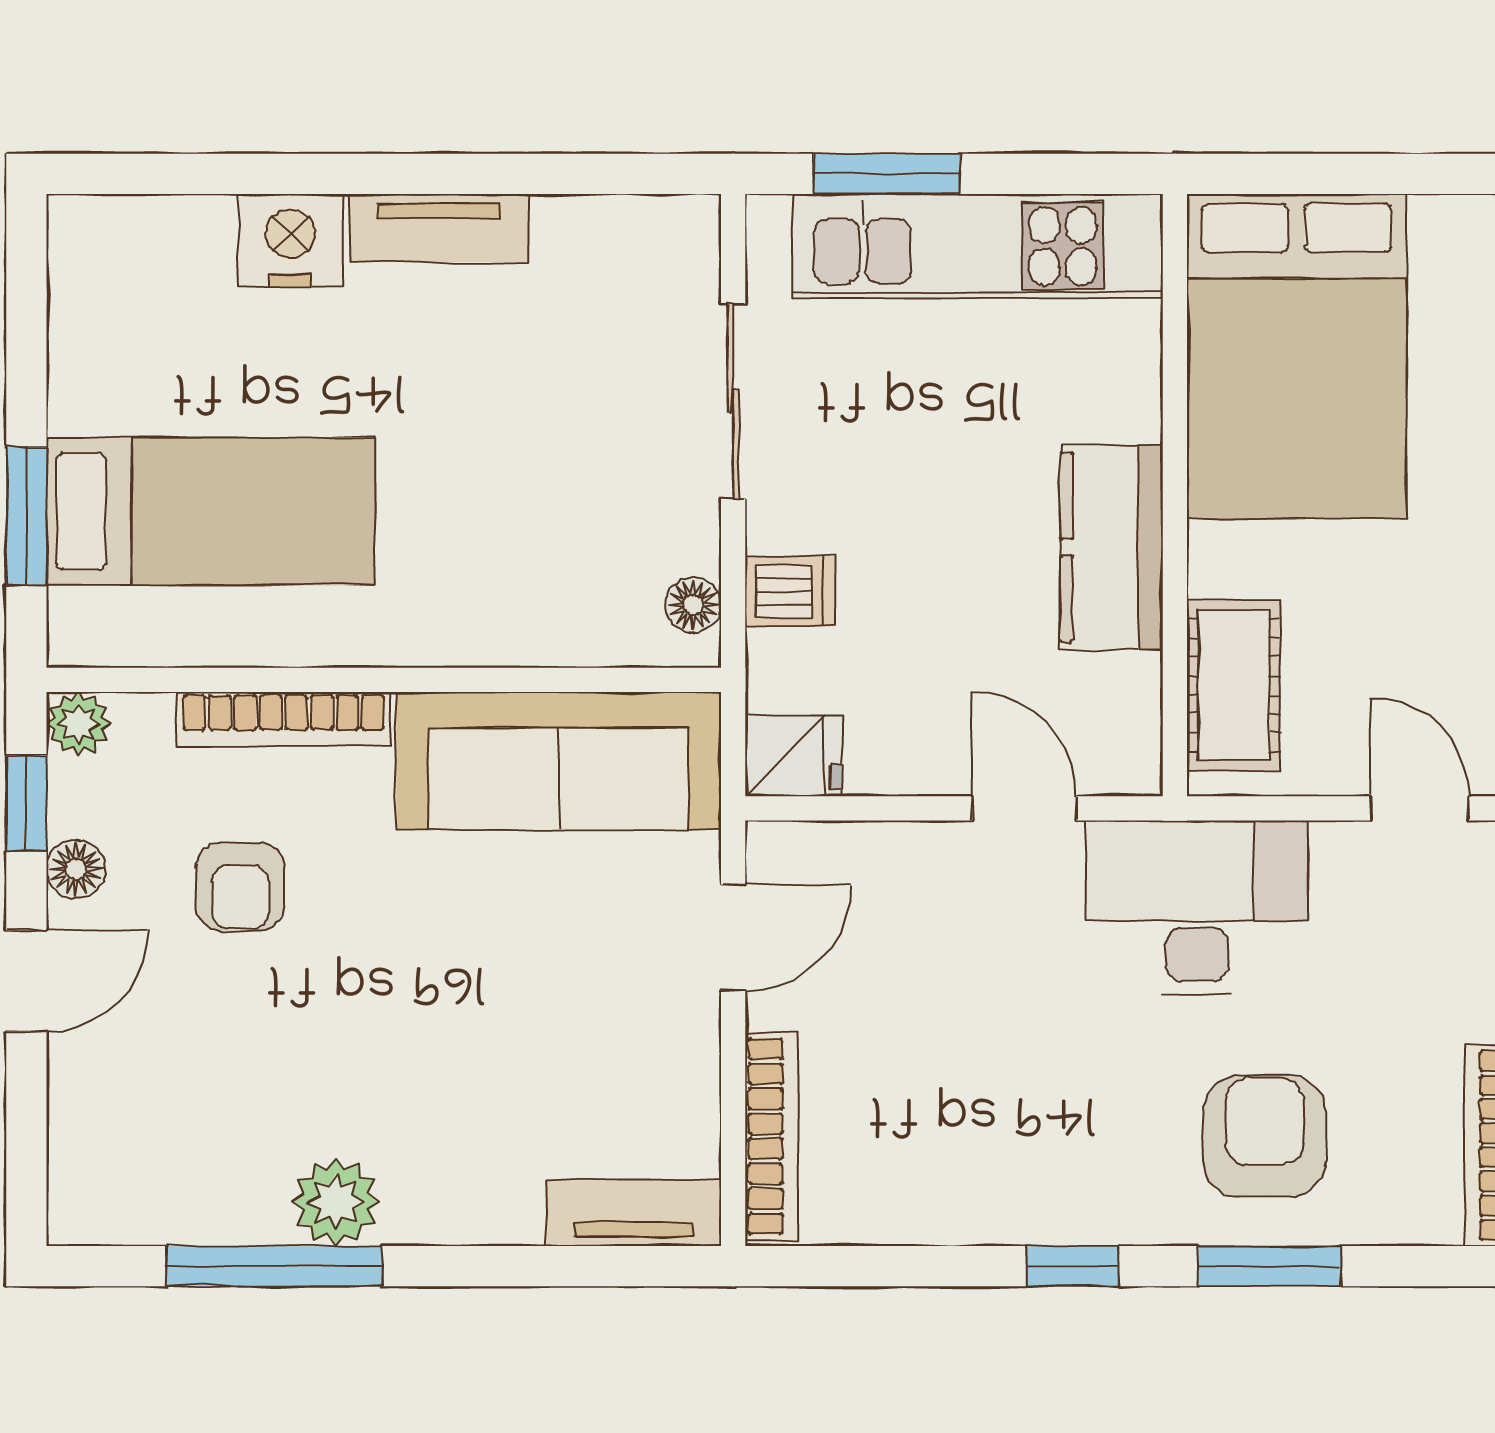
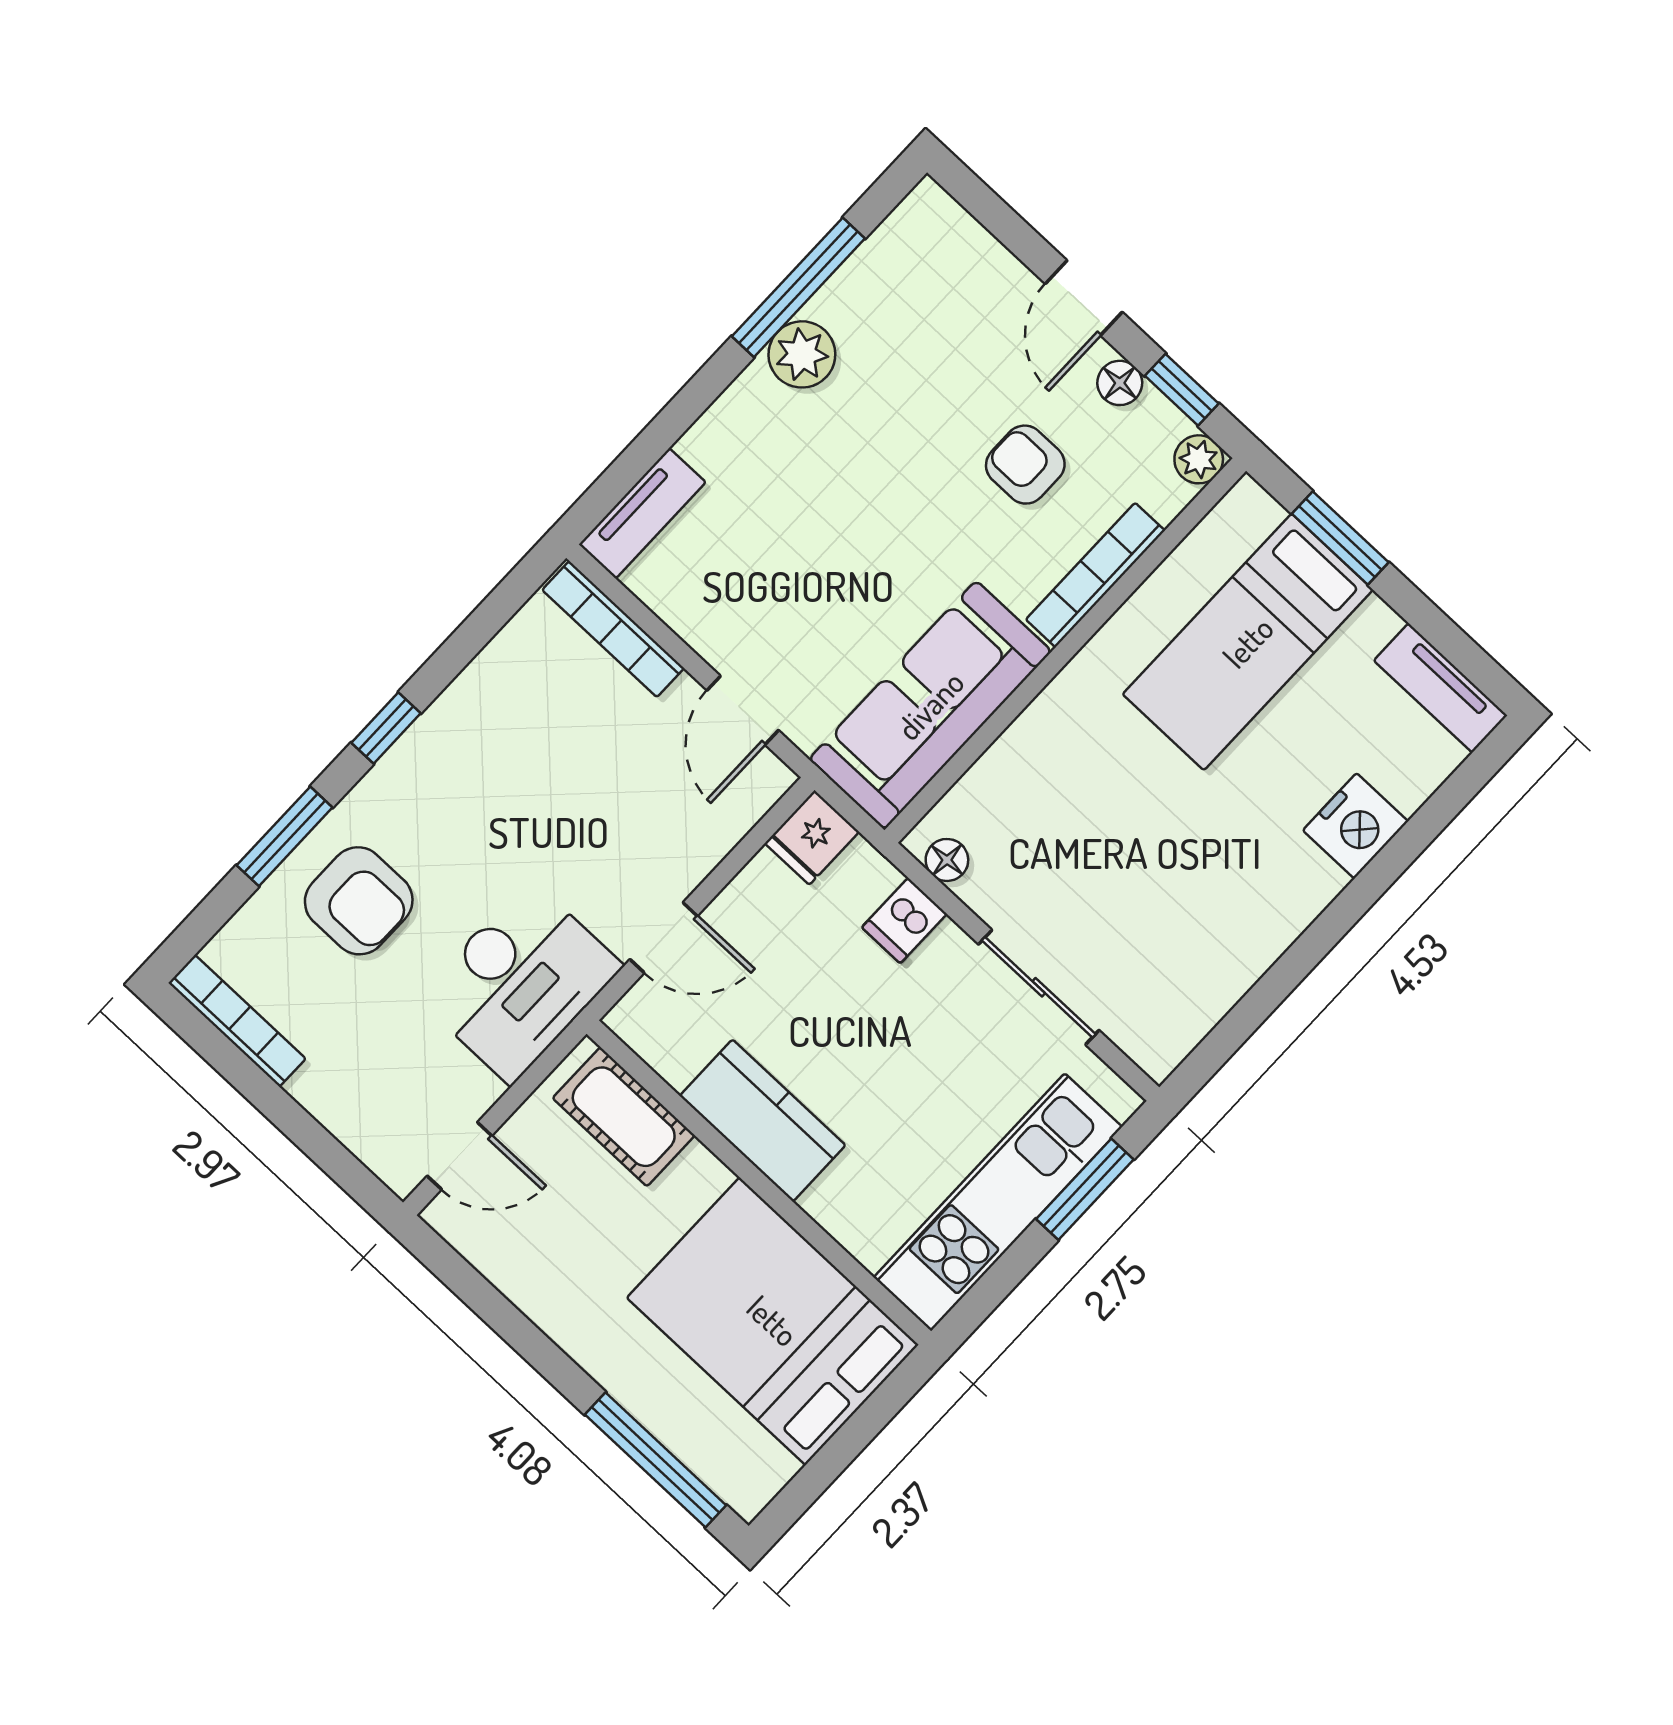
tv unit: (439, 228) -> (1441, 688), moved, turned -90

